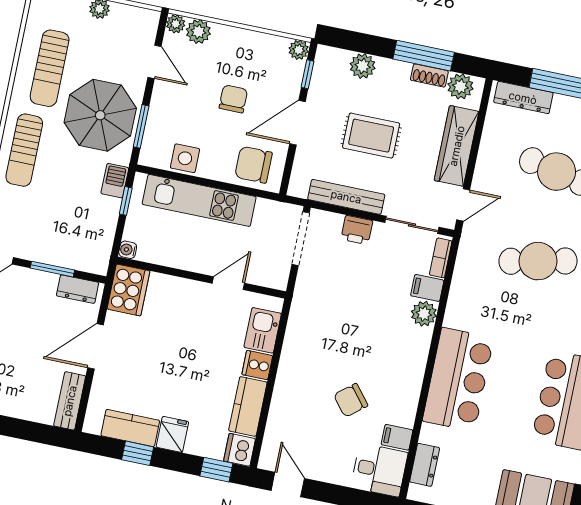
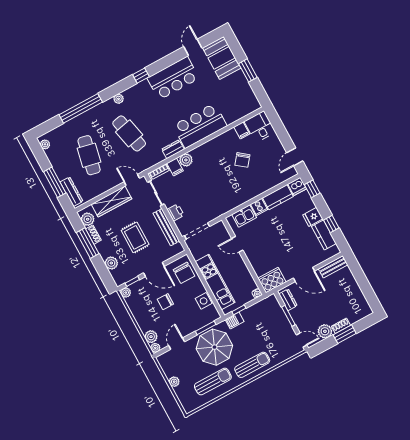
chair: (351, 400) -> (242, 160), turned 77
dresser: (425, 465) -> (173, 149), moved

